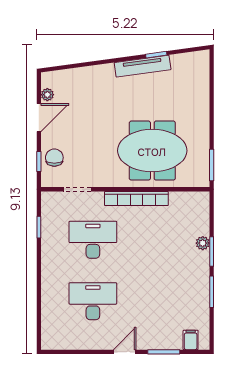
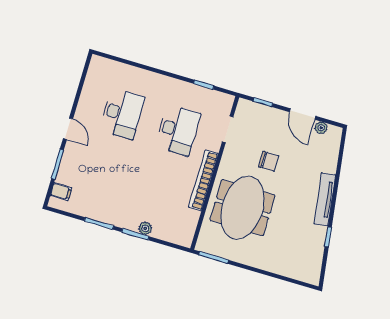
tv unit: (143, 66) -> (325, 199), moved
chair: (54, 158) -> (269, 161), moved

